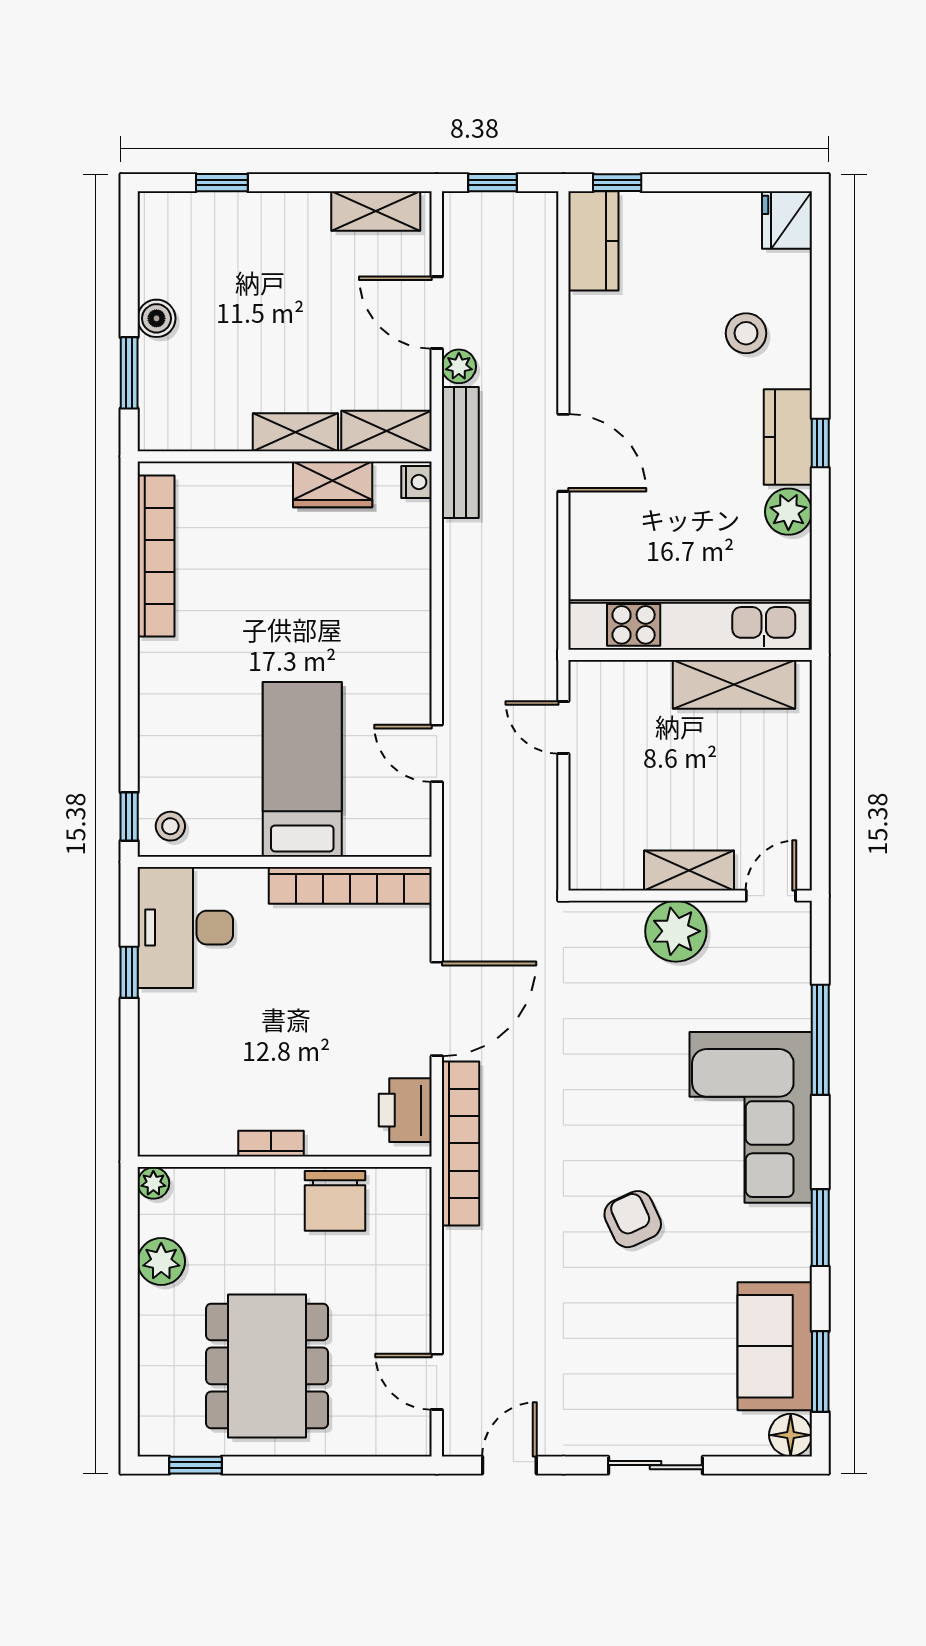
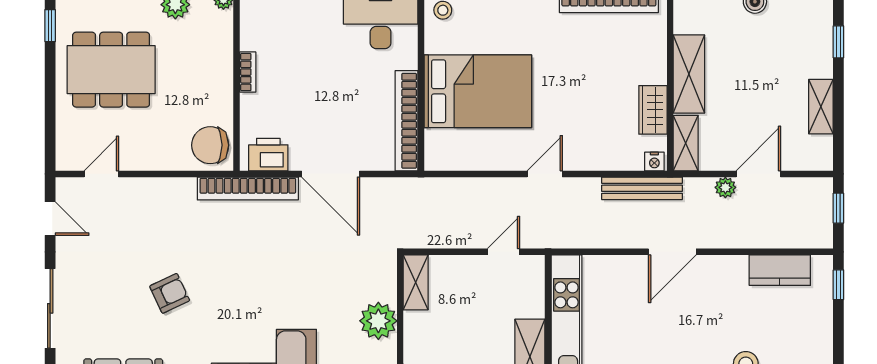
shelving: (376, 211) -> (821, 107), moved
kitchen counter: (593, 241) -> (780, 270), moved
shelving: (295, 432) -> (689, 74), width x1.50, depth x1.33
bench: (460, 452) -> (642, 188), moved
door: (437, 753) -> (545, 174), moved
bed: (302, 769) -> (478, 91), width x1.50
shelving: (689, 870) -> (416, 282), moved
chair: (335, 1201) -> (210, 145), moved
armchair: (633, 1219) -> (170, 293), moved
sliding door: (656, 1465) -> (50, 308), width x1.37

